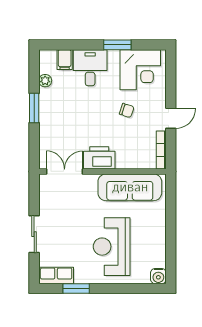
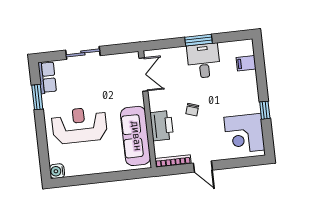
window: (117, 45) -> (265, 110), width x0.67
desk: (90, 68) -> (204, 61), moved, turned -90
plant: (45, 81) -> (225, 48), removed
chair: (127, 110) -> (192, 110), moved
printer: (99, 158) -> (162, 126), moved

